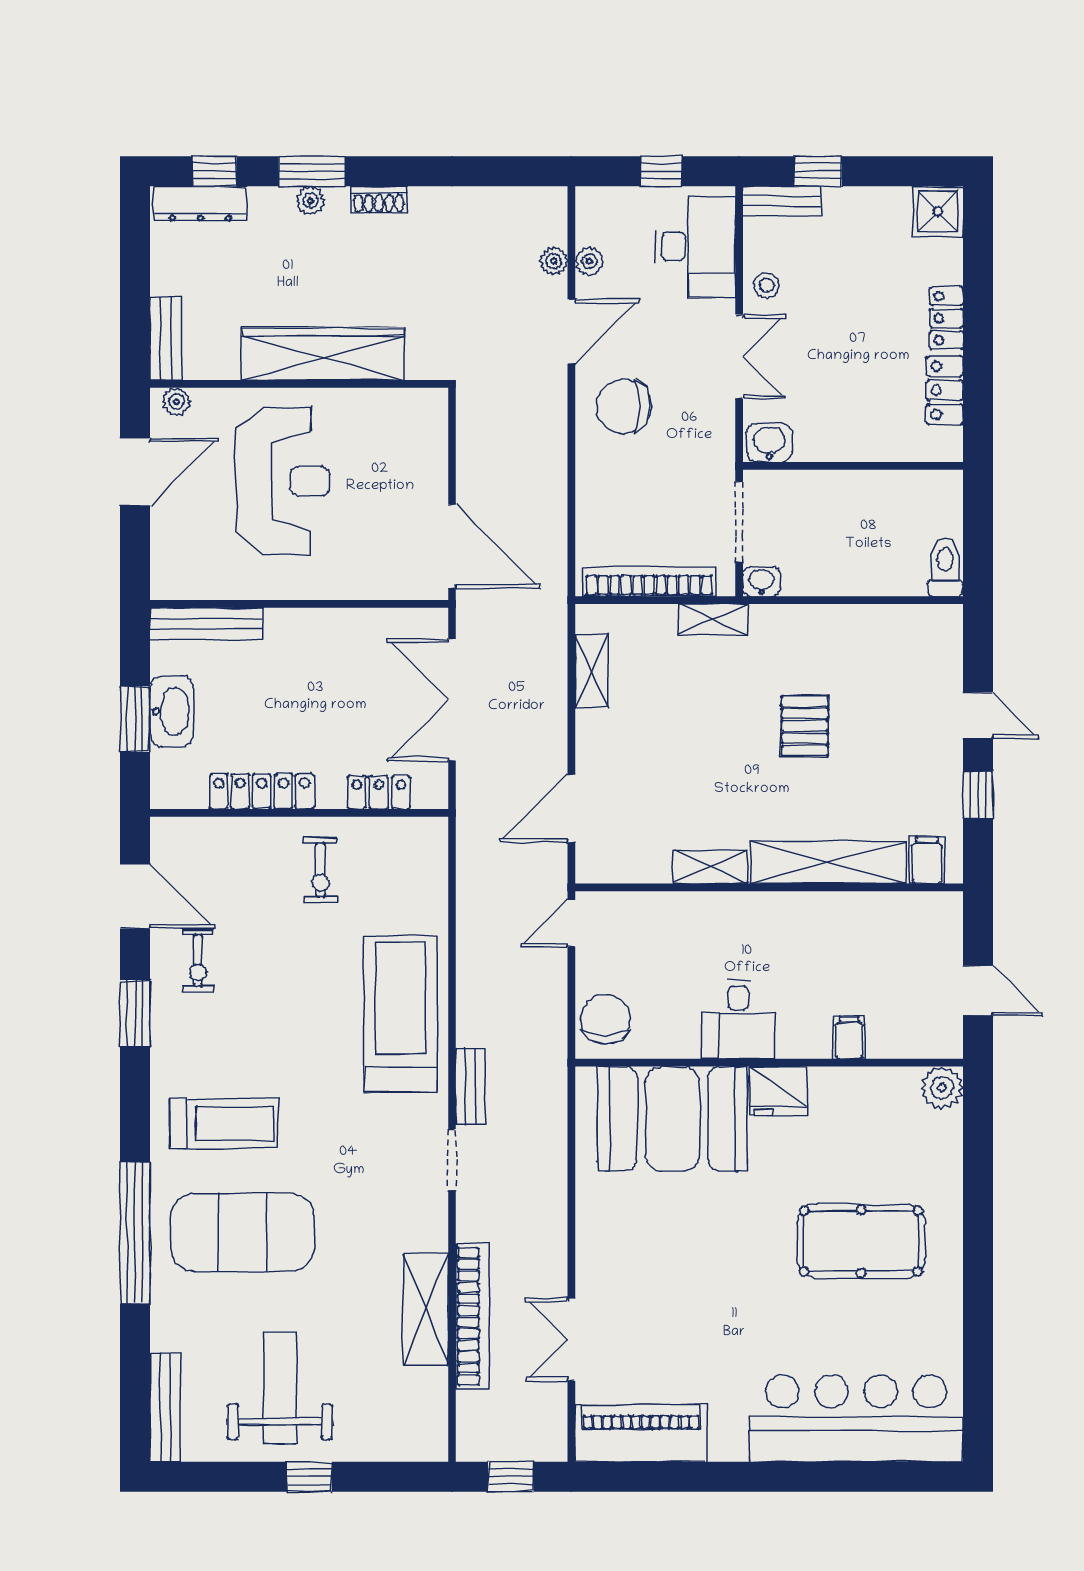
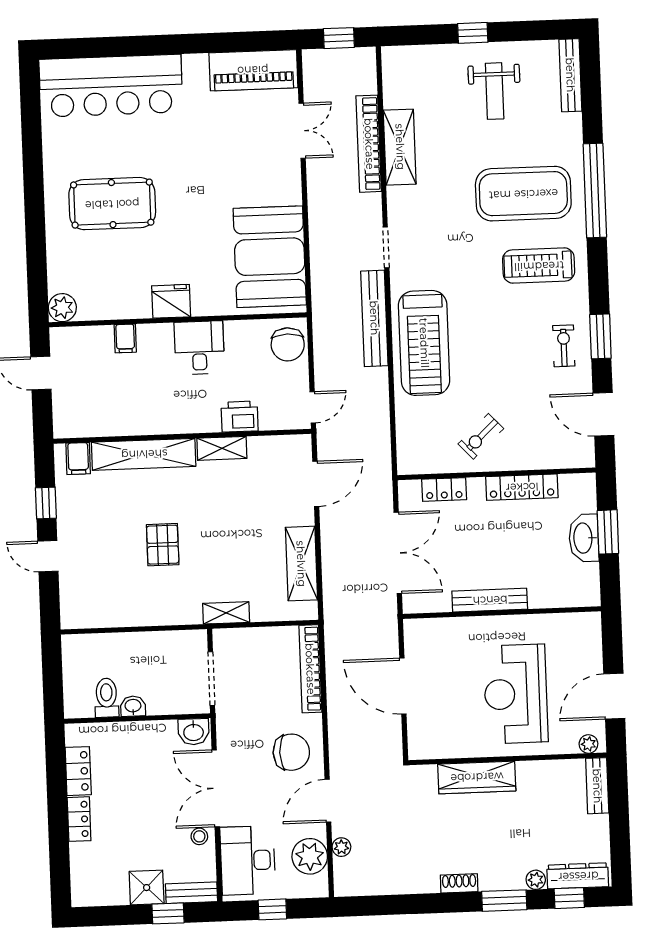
plant: (310, 201) -> (536, 880), moved
shower: (938, 211) -> (147, 888), moved
plant: (589, 261) -> (310, 856), width x1.88, depth x1.88
wardrobe: (323, 354) -> (477, 777), width x0.71, depth x0.85
double door: (739, 357) -> (216, 788), width x1.37
door: (452, 546) -> (403, 686), moved
toilet: (945, 567) -> (106, 698), moved, turned 180
washbasin: (761, 581) -> (133, 706), moved, turned 180
bookcase: (649, 582) -> (310, 669), moved, turned 90
bench: (206, 623) -> (490, 600), moved
shelving: (592, 671) -> (301, 564), width x1.50, depth x1.33
exercise bike: (321, 870) -> (481, 436), turned -133
printer: (682, 914) -> (240, 417), added
exercise bike: (198, 961) -> (564, 346), moved
bench: (470, 1087) -> (374, 318), width x1.86, depth x1.21
booth: (672, 1119) -> (270, 257), moved, turned 90
weight bench: (280, 1388) -> (495, 91), width x0.73, depth x0.75

